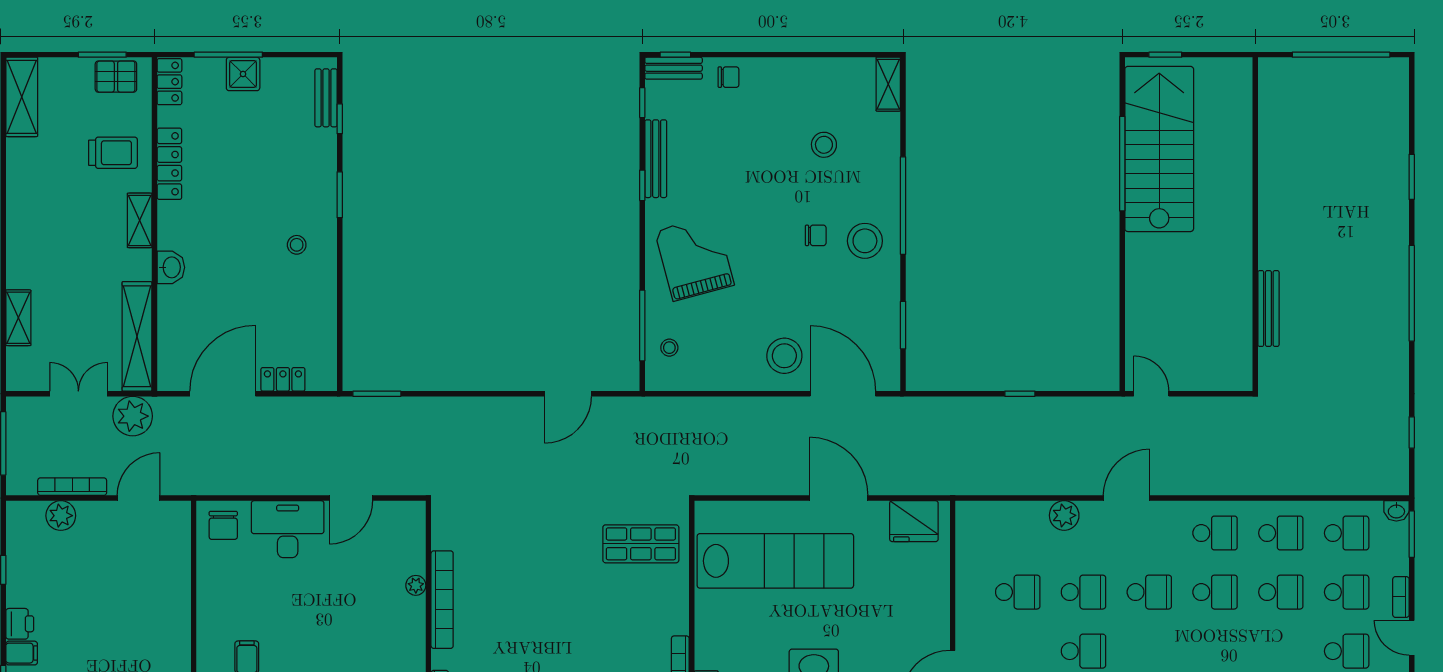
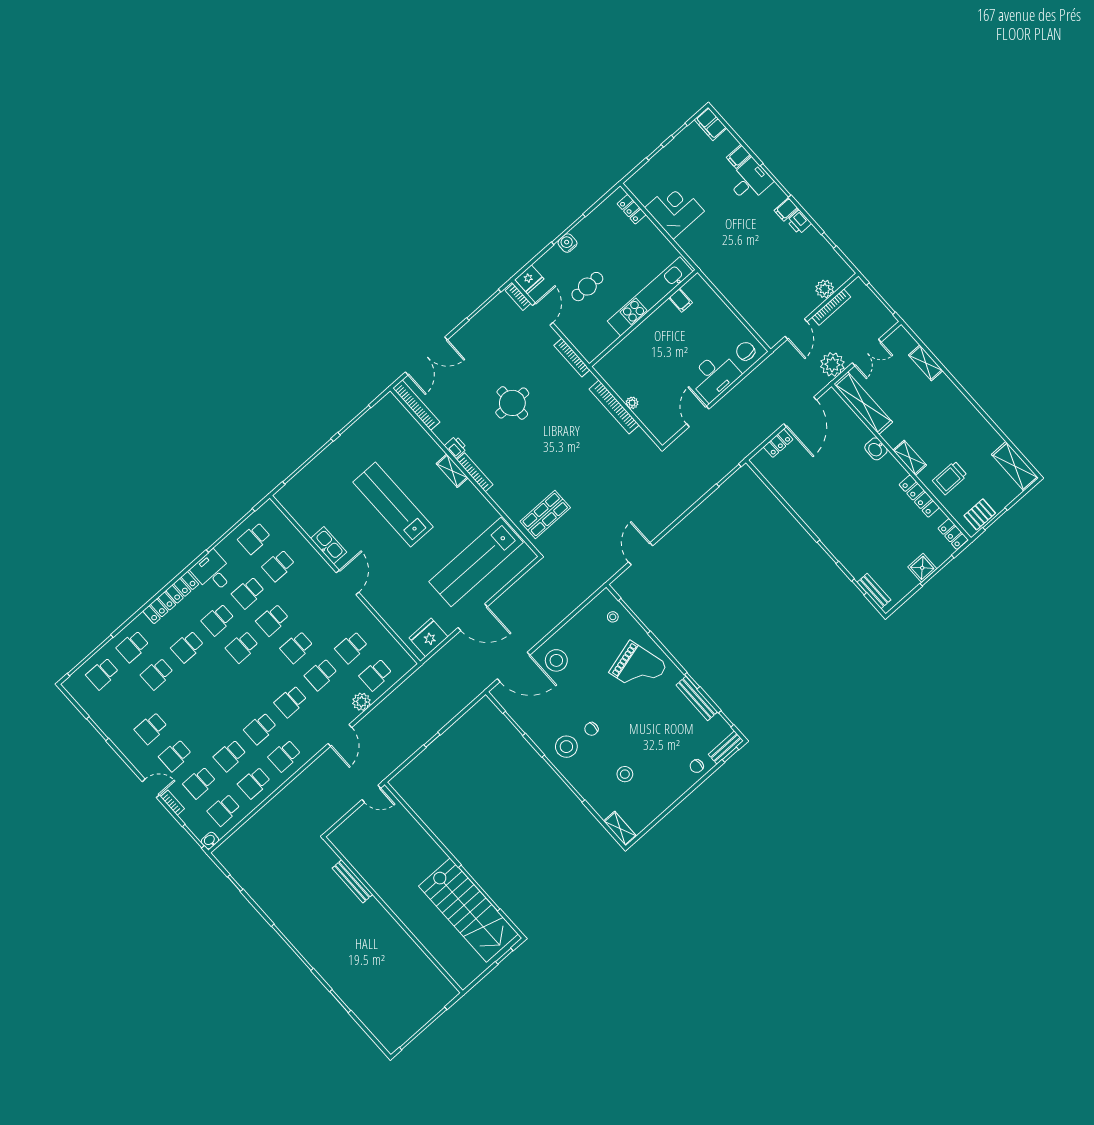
stool: (297, 245) -> (827, 511), removed
school desk: (1018, 533) -> (376, 675), added

